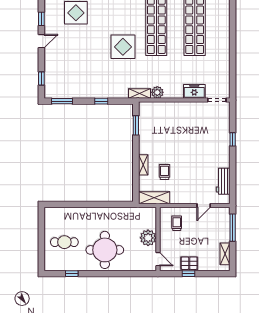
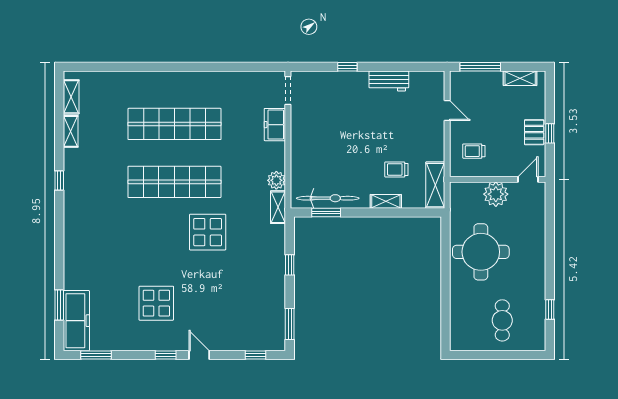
bicycle: (145, 126) -> (328, 198), added
workbench: (223, 181) -> (389, 81), moved
round table: (105, 250) -> (481, 252), moved

